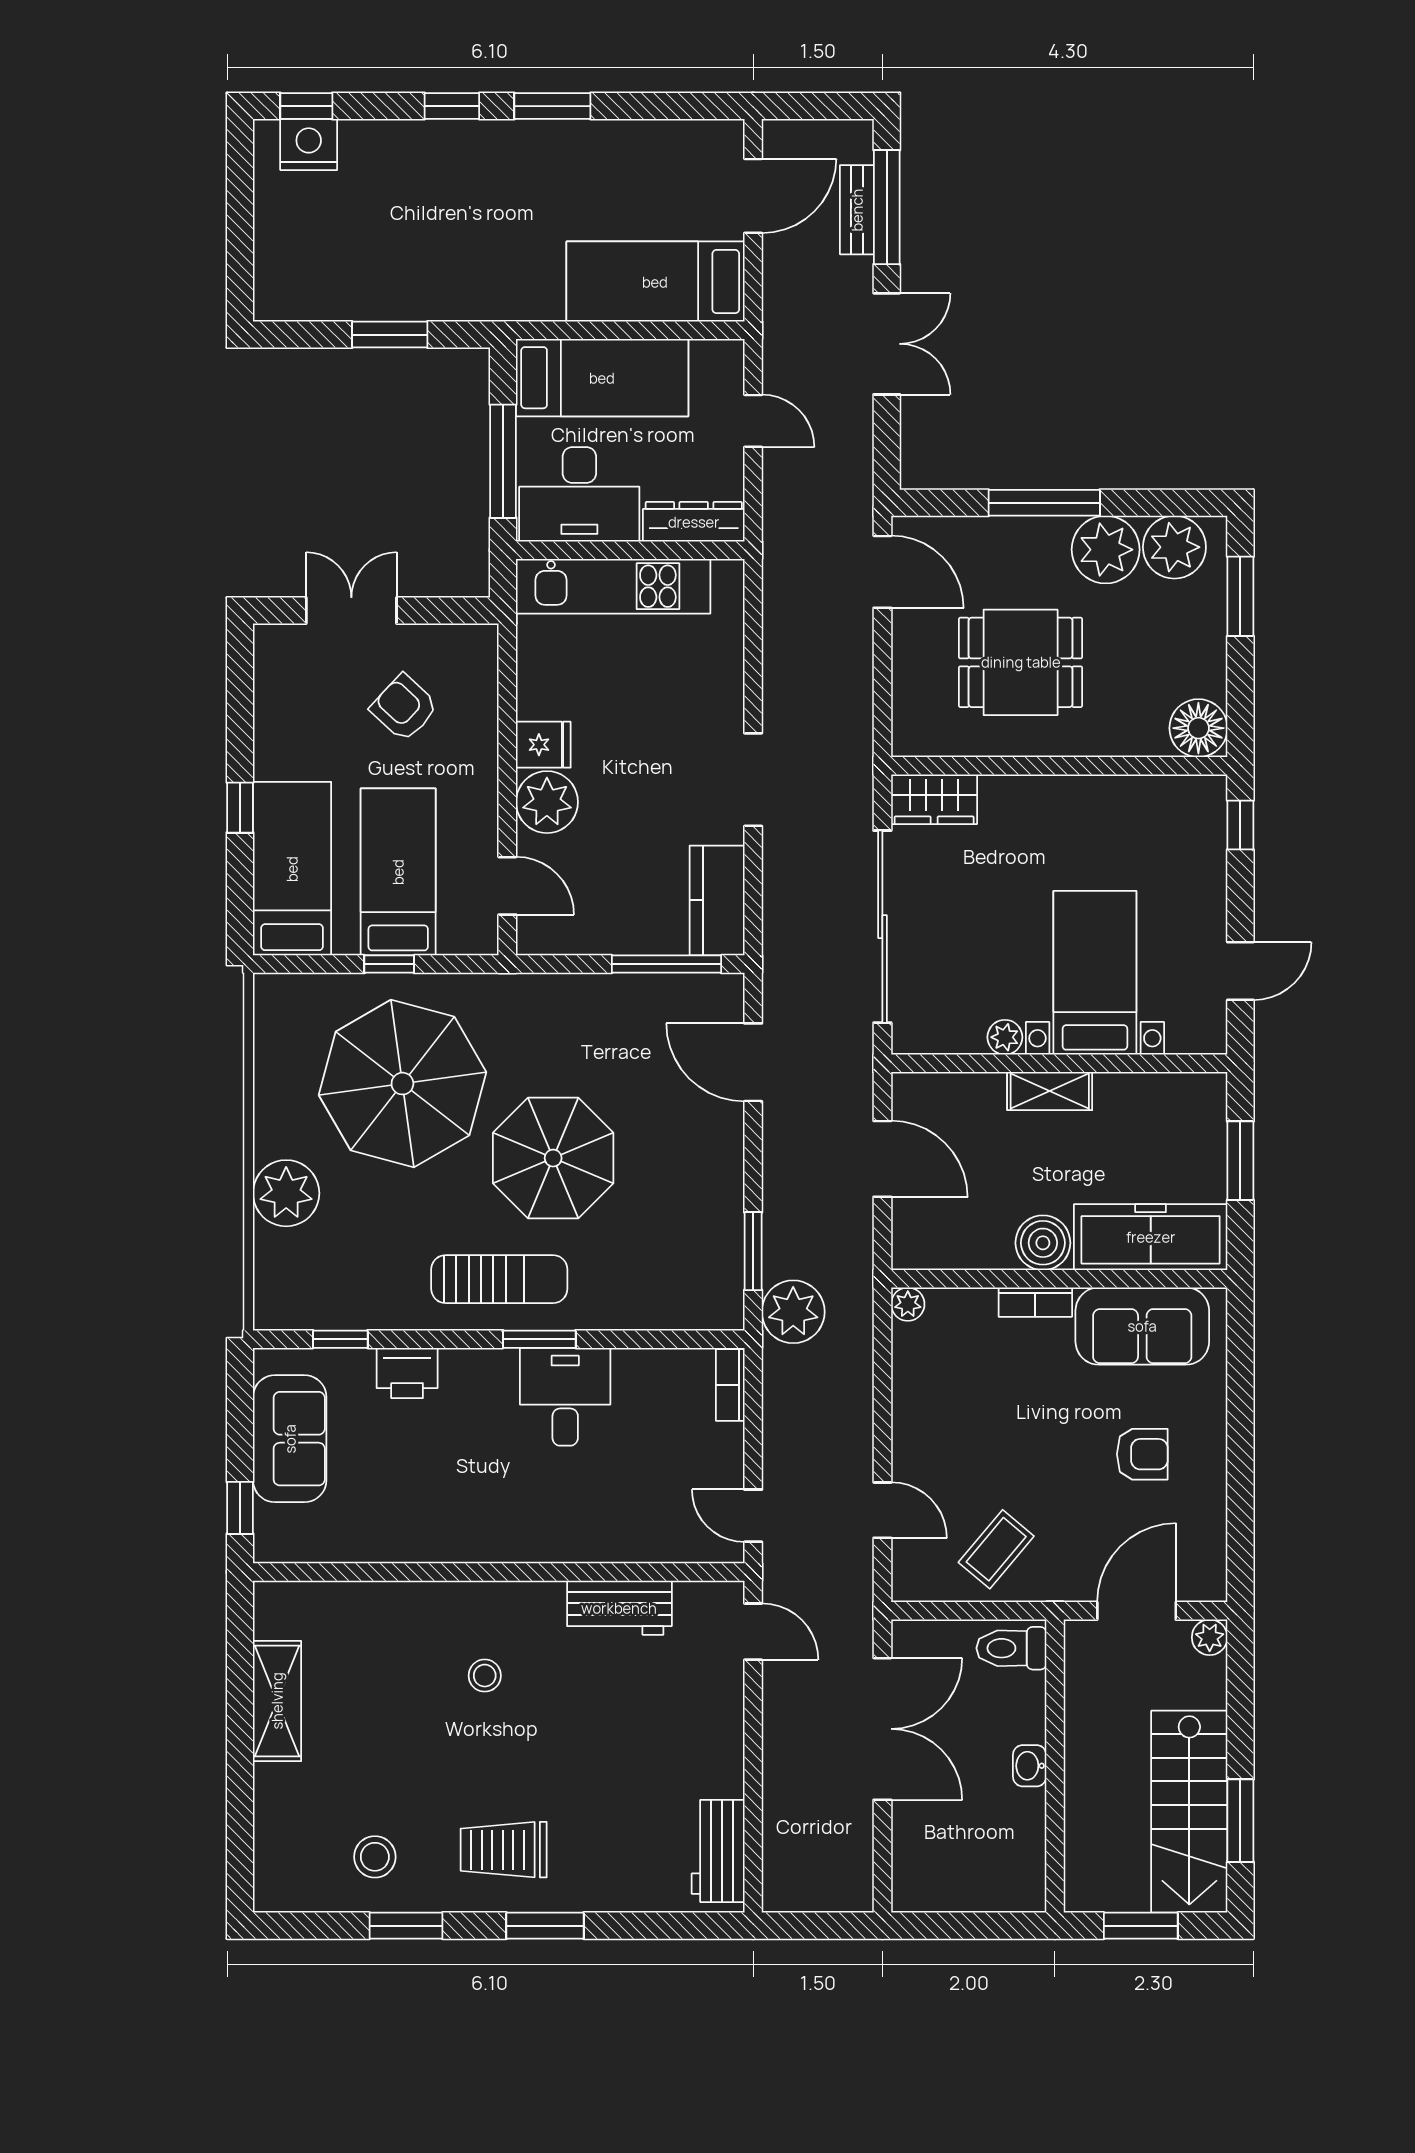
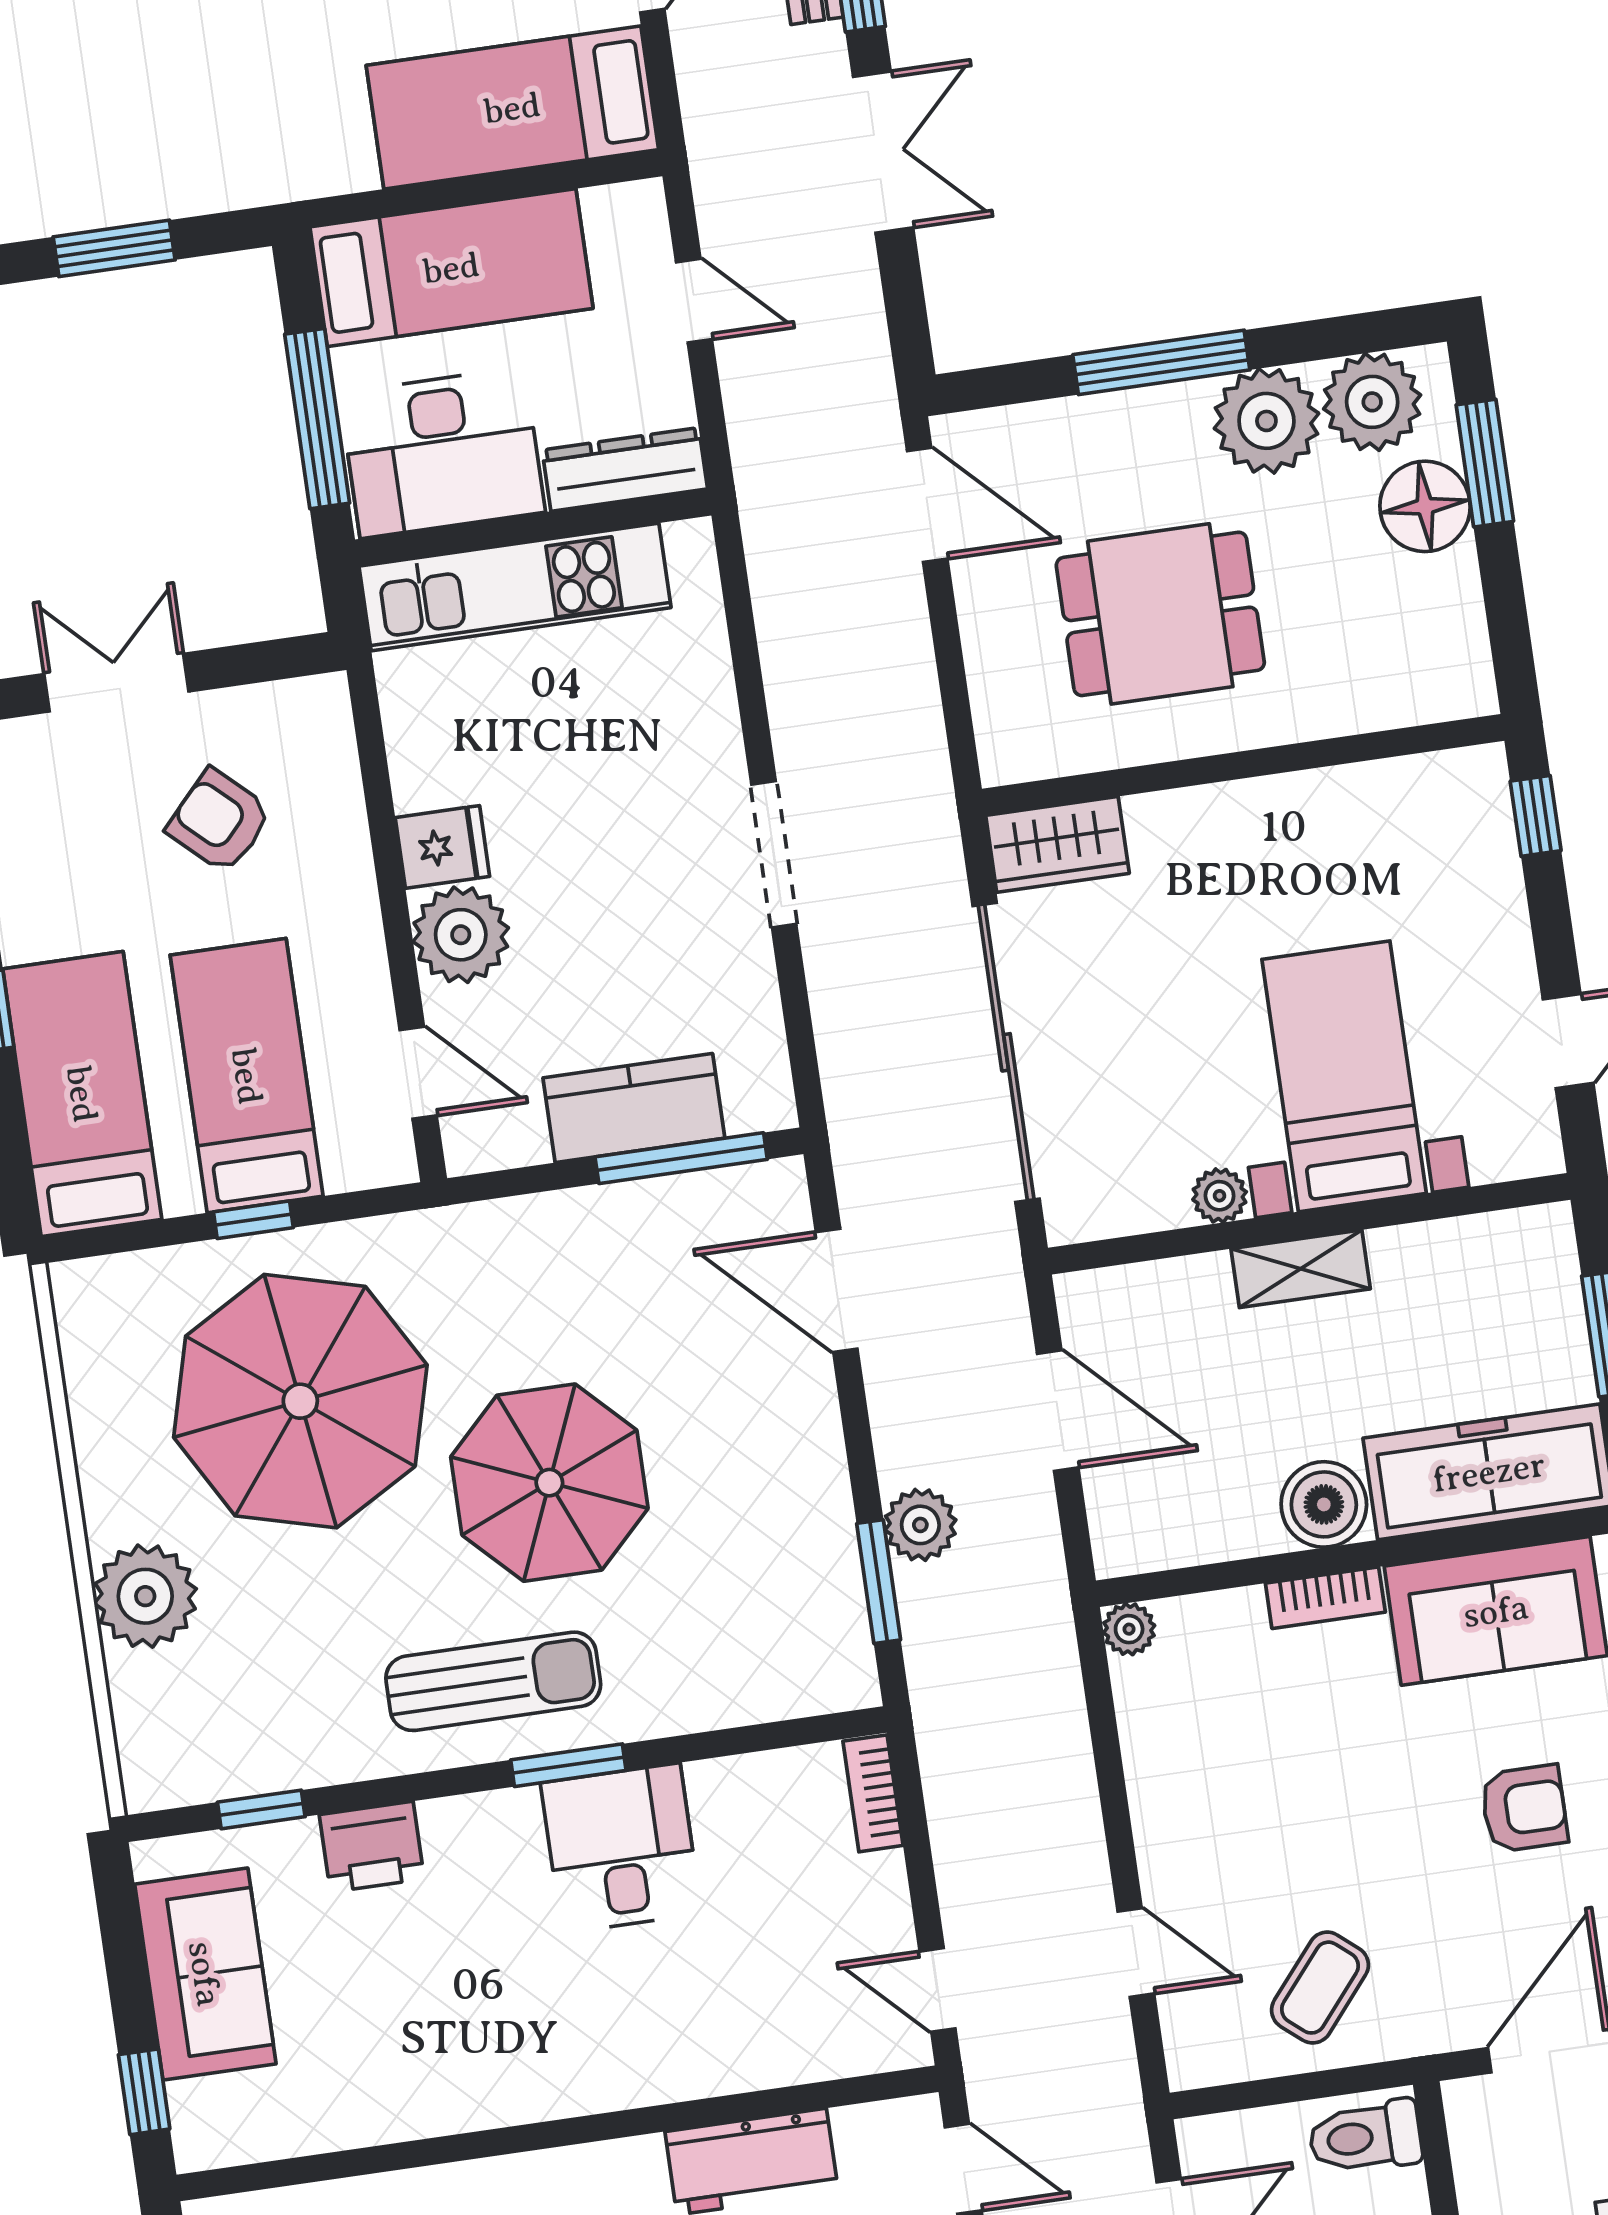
floor lamp: (1198, 728) -> (1425, 506), moved
kitchen counter: (717, 900) -> (634, 1108), moved, turned 90
plant: (793, 1312) -> (920, 1525), moved, width x0.73, depth x0.73

